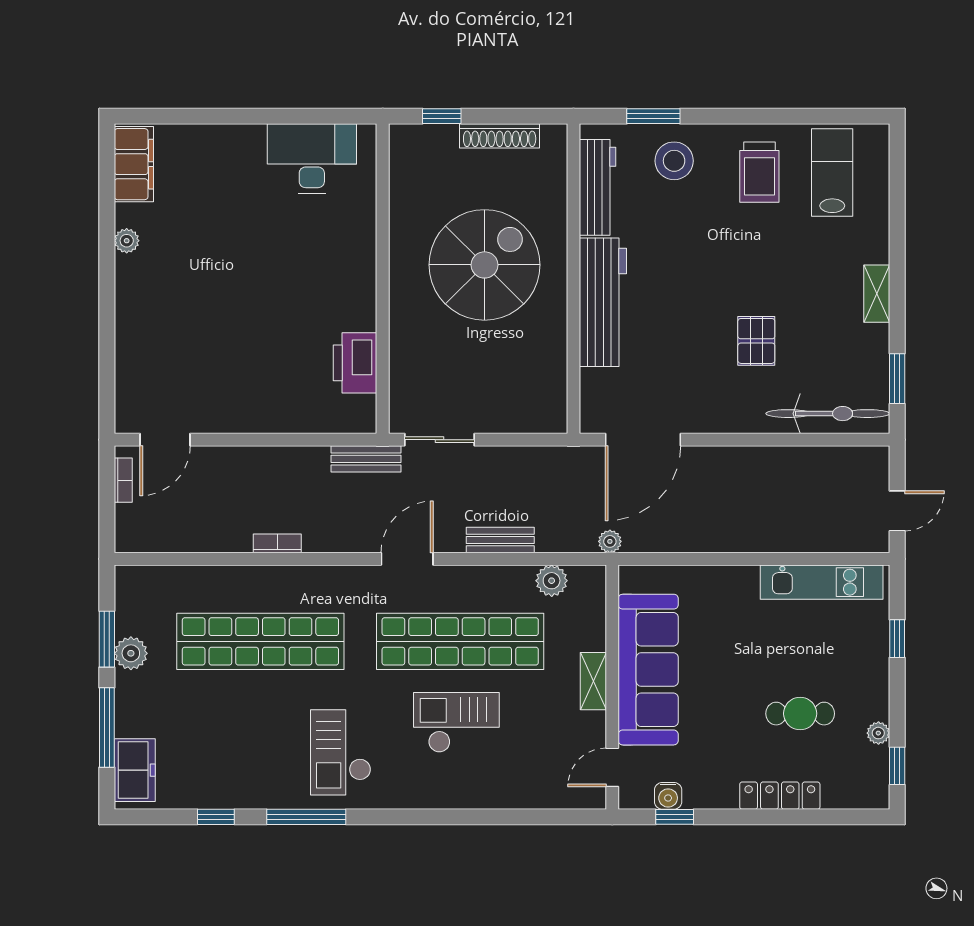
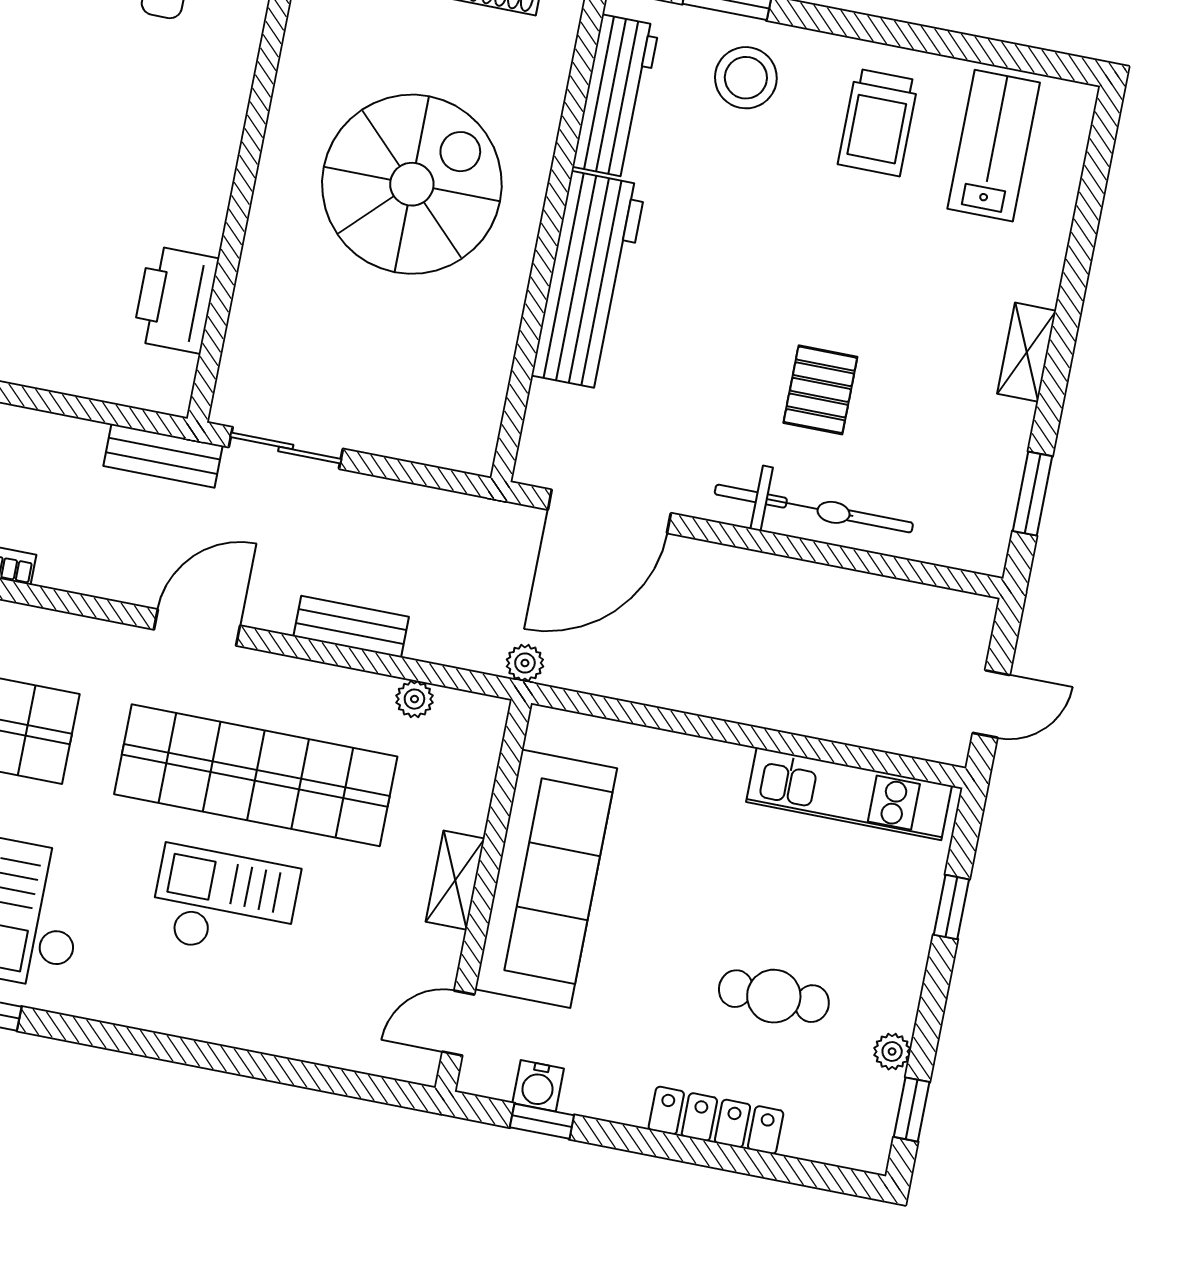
bicycle: (828, 414) -> (814, 509), moved
plant: (552, 581) -> (414, 699), width x0.73, depth x0.73

